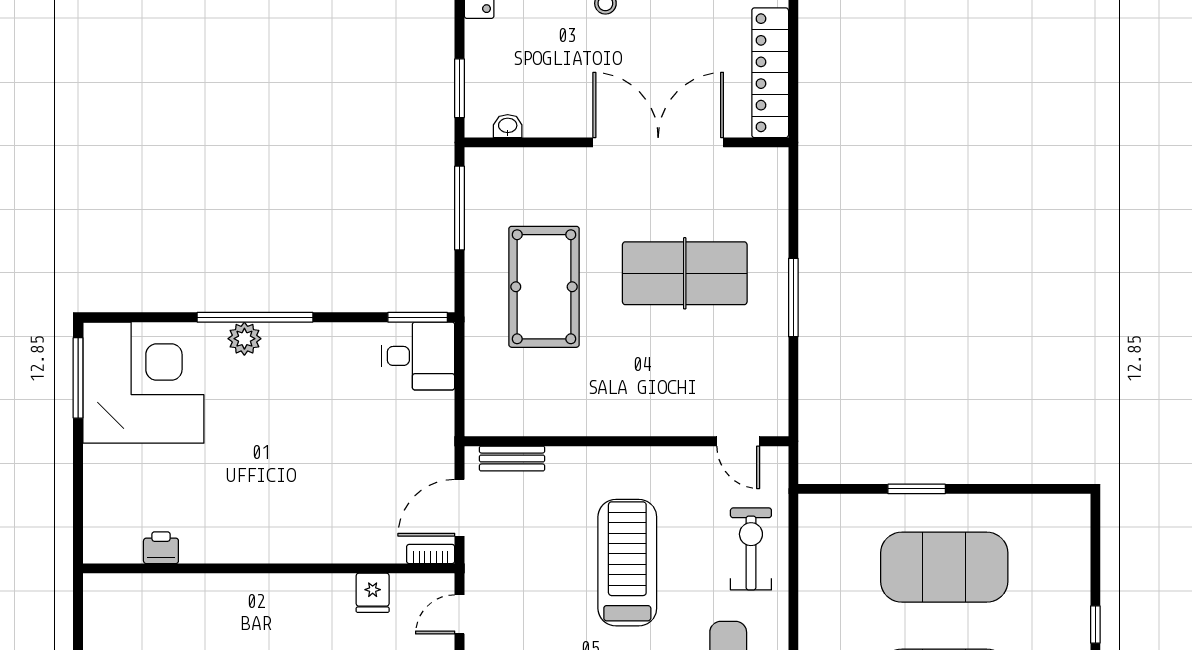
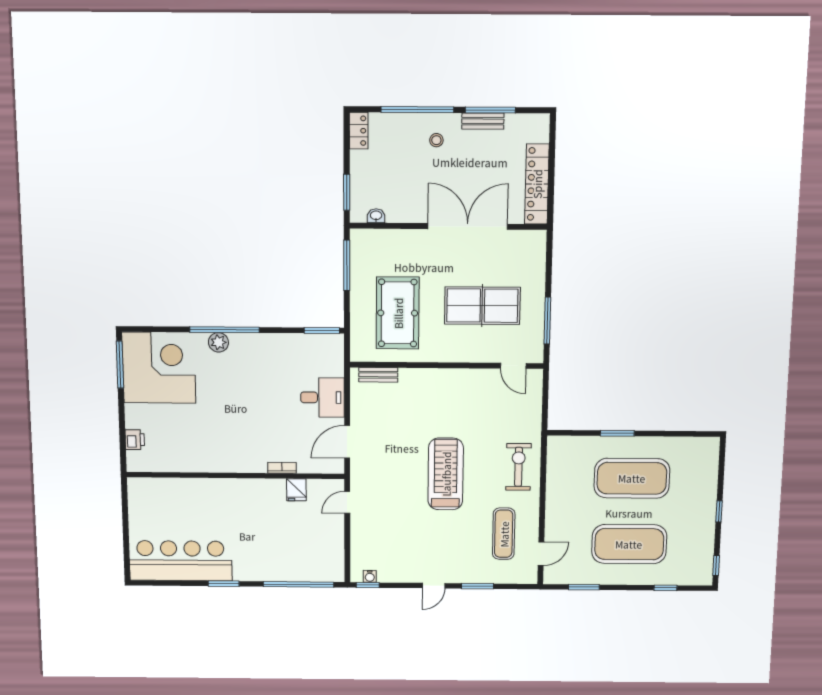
desk: (418, 356) -> (322, 397), moved
wall: (626, 441) -> (446, 365), moved
door: (738, 441) -> (513, 366), moved
bench: (512, 459) -> (378, 375), moved
printer: (161, 548) -> (135, 440), moved, turned 90
bookcase: (431, 554) -> (282, 468), moved

